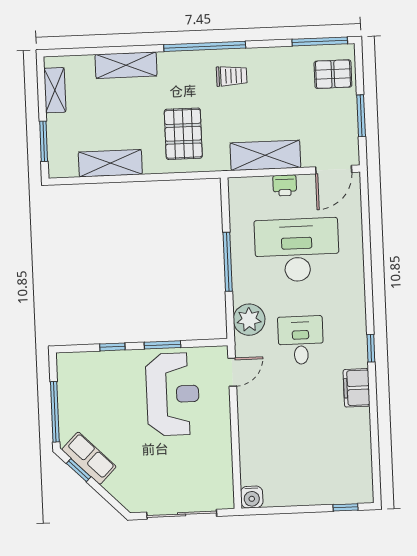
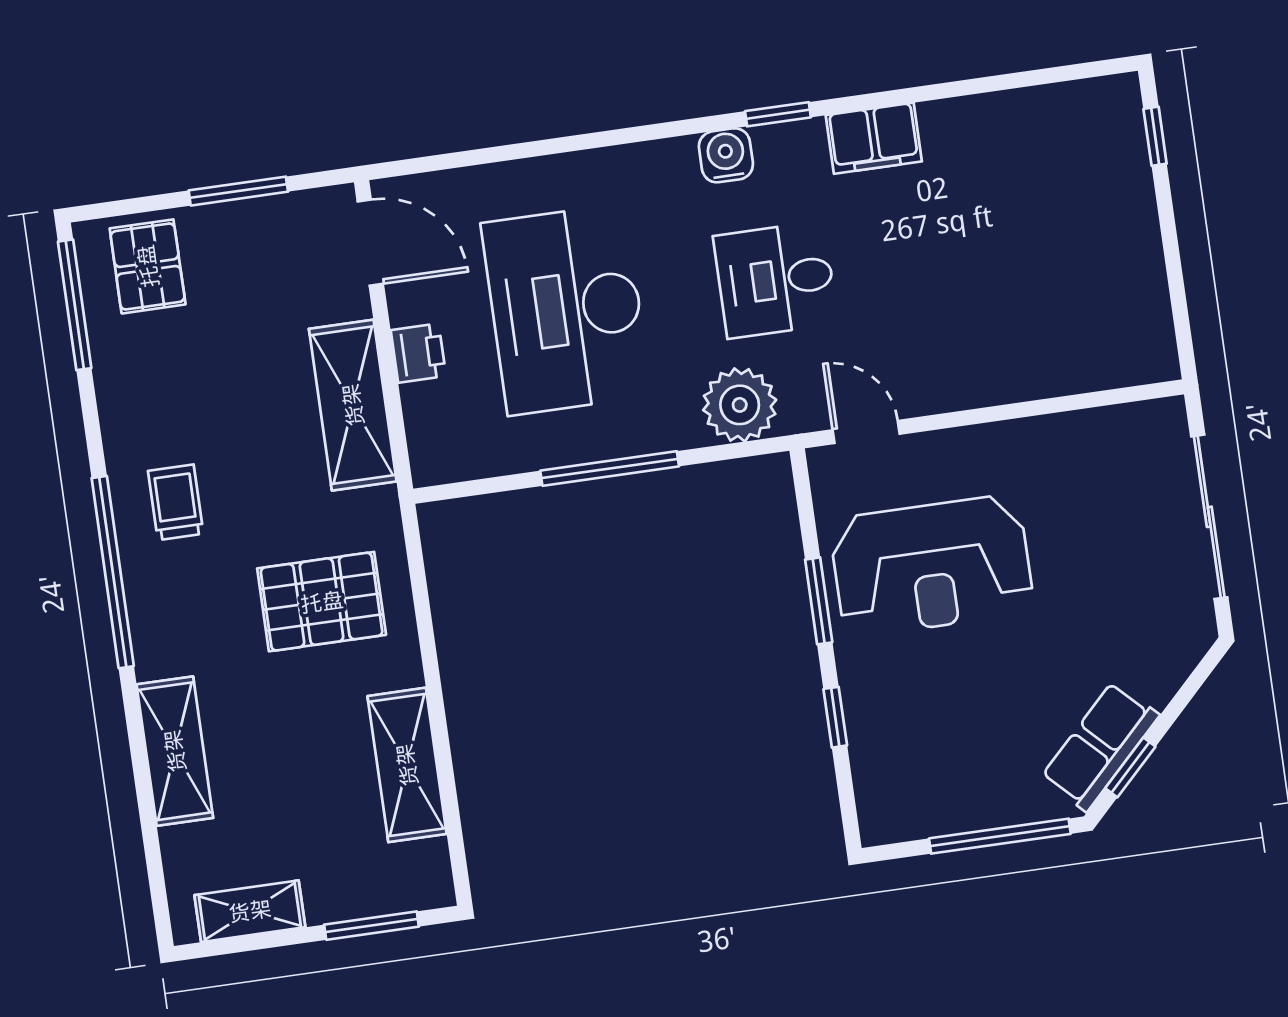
reception desk: (173, 394) -> (932, 566), turned 180
water cooler: (252, 497) -> (726, 155), moved, turned -90

